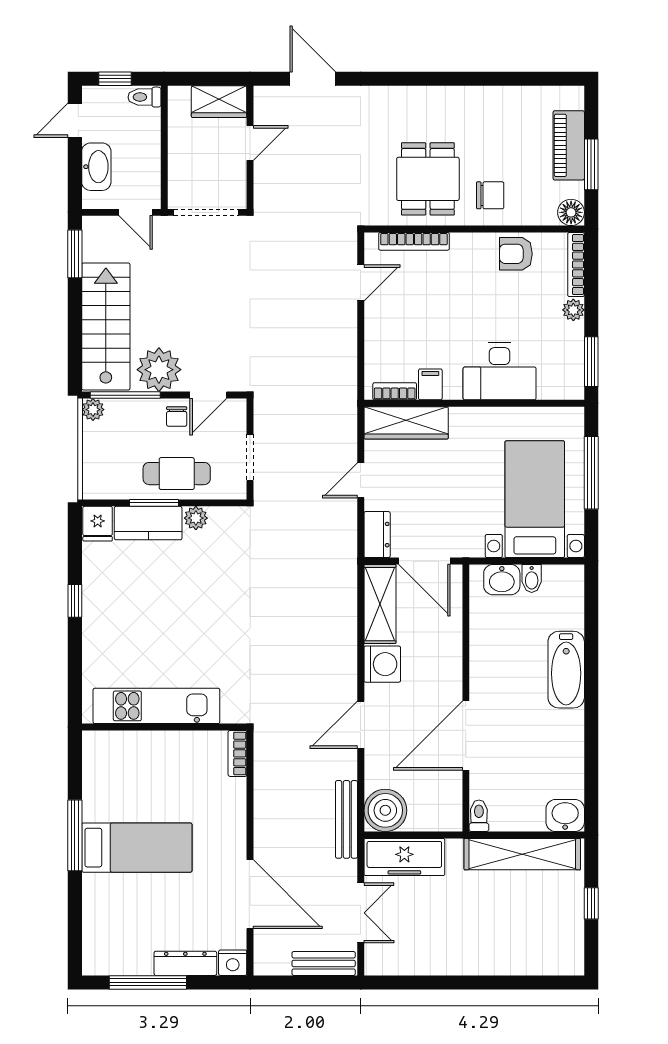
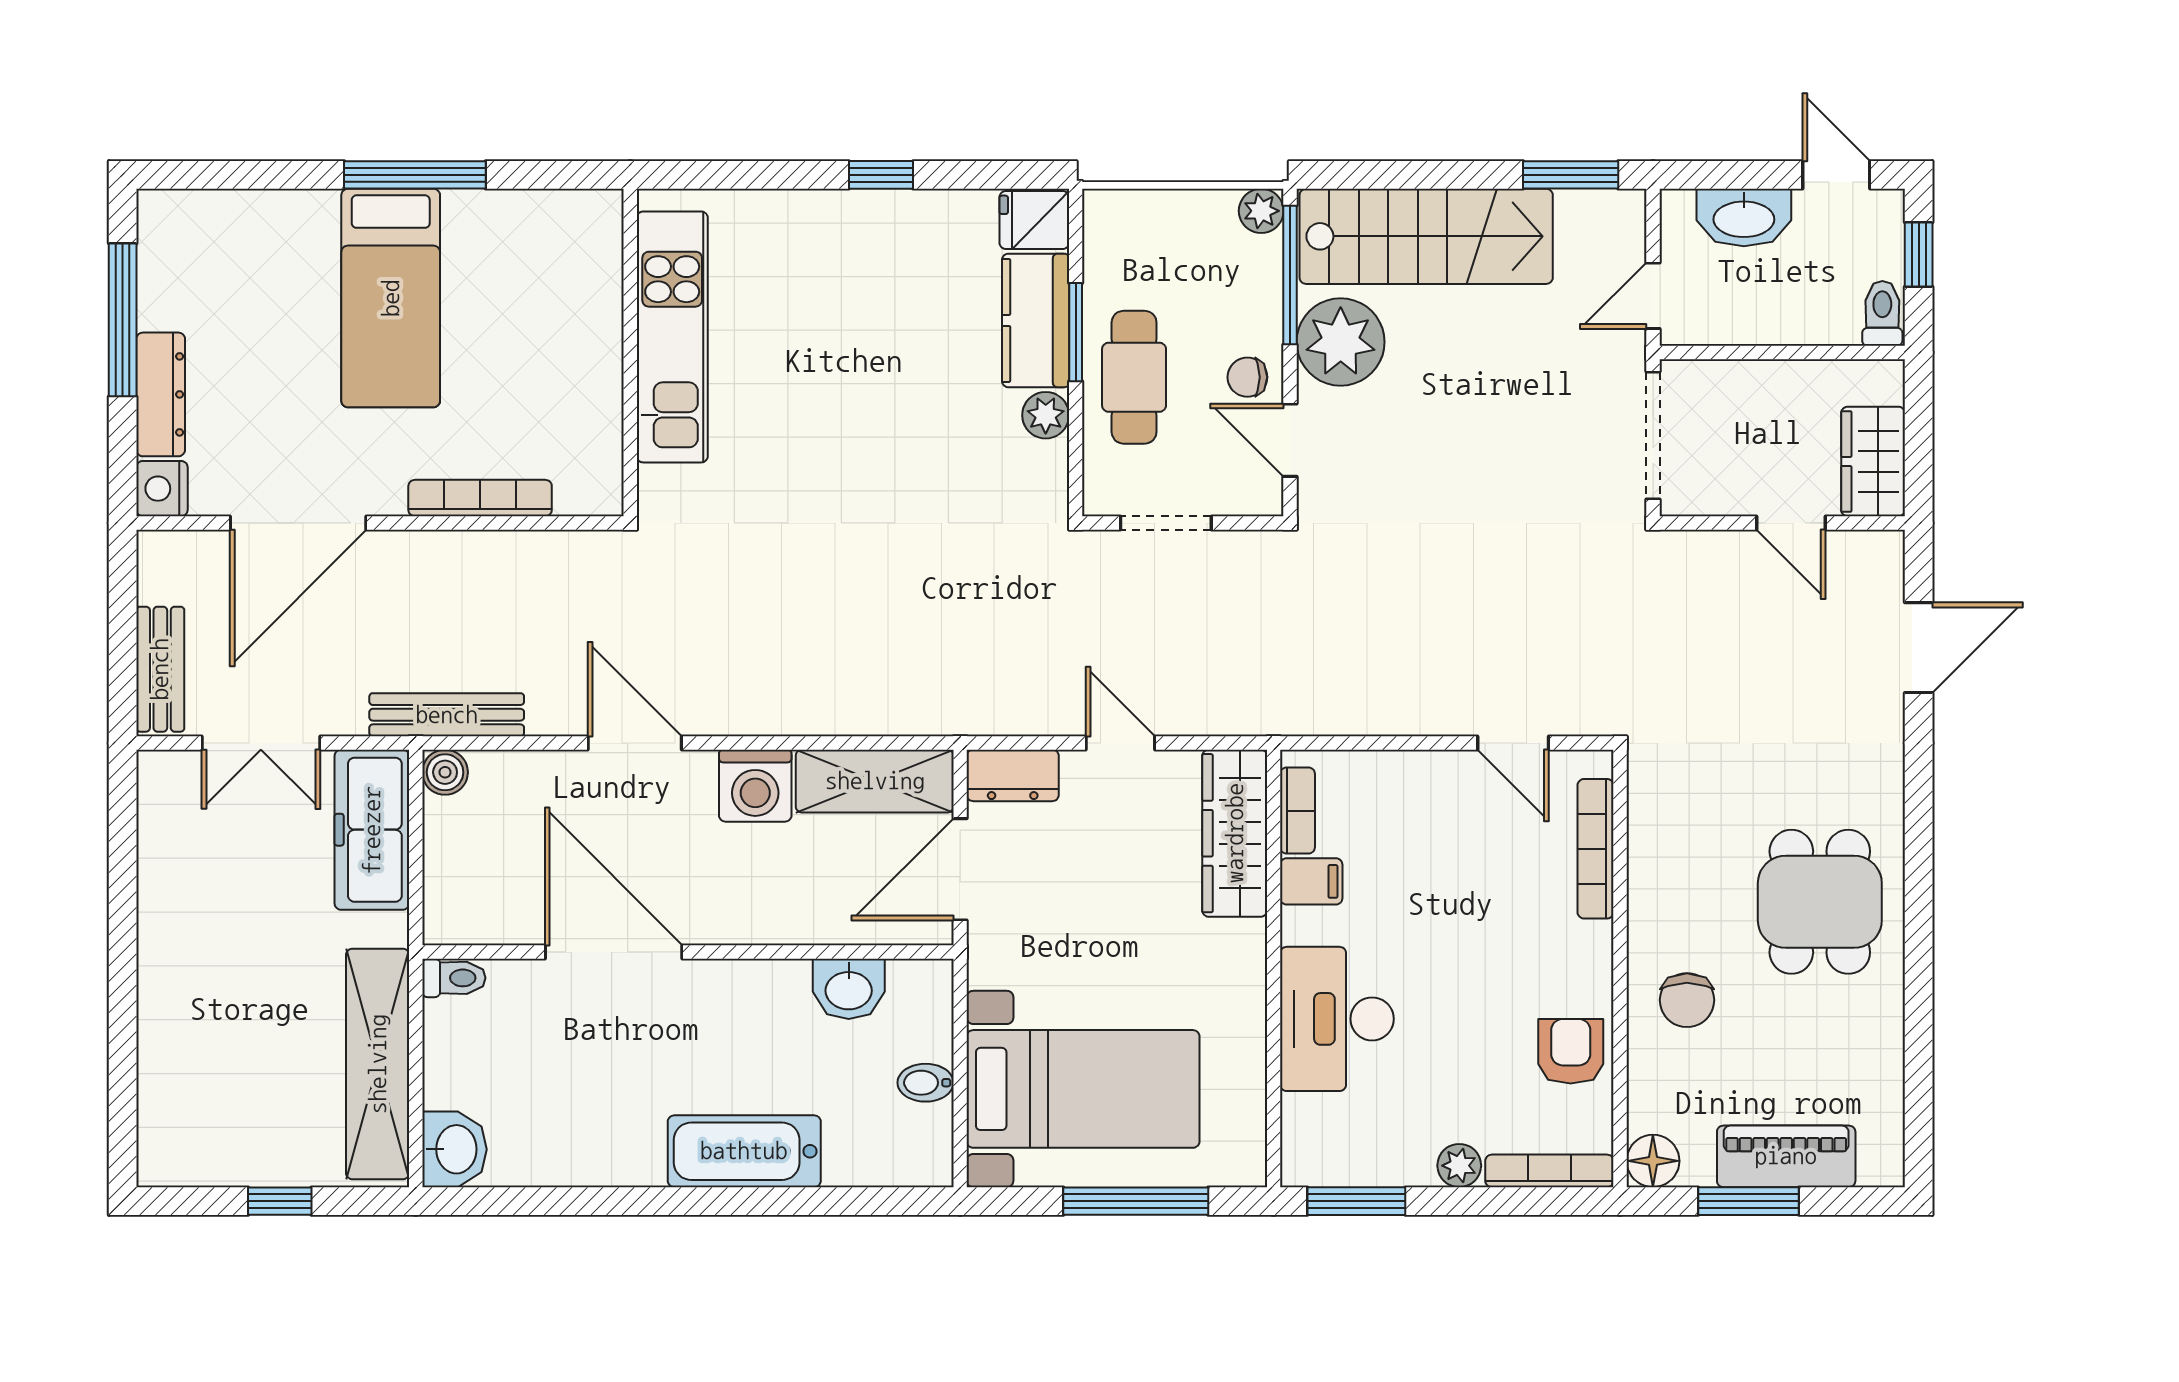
dining table: (428, 179) -> (1820, 902), moved, turned 90
washbasin: (502, 580) -> (849, 989), moved, turned -90
bookcase: (237, 753) -> (480, 498), moved, width x1.56
boiler: (385, 810) -> (445, 772), width x0.54, depth x0.54

